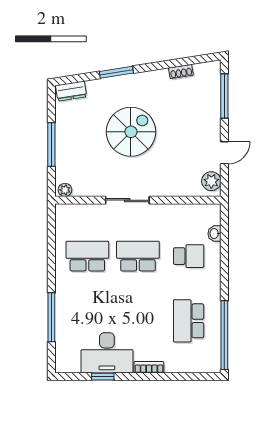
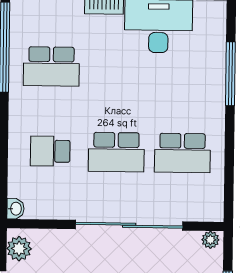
sliding door: (127, 200) -> (129, 225), width x1.86
washbasin: (214, 234) -> (15, 209), moved
school desk: (189, 321) -> (51, 66), turned 90

